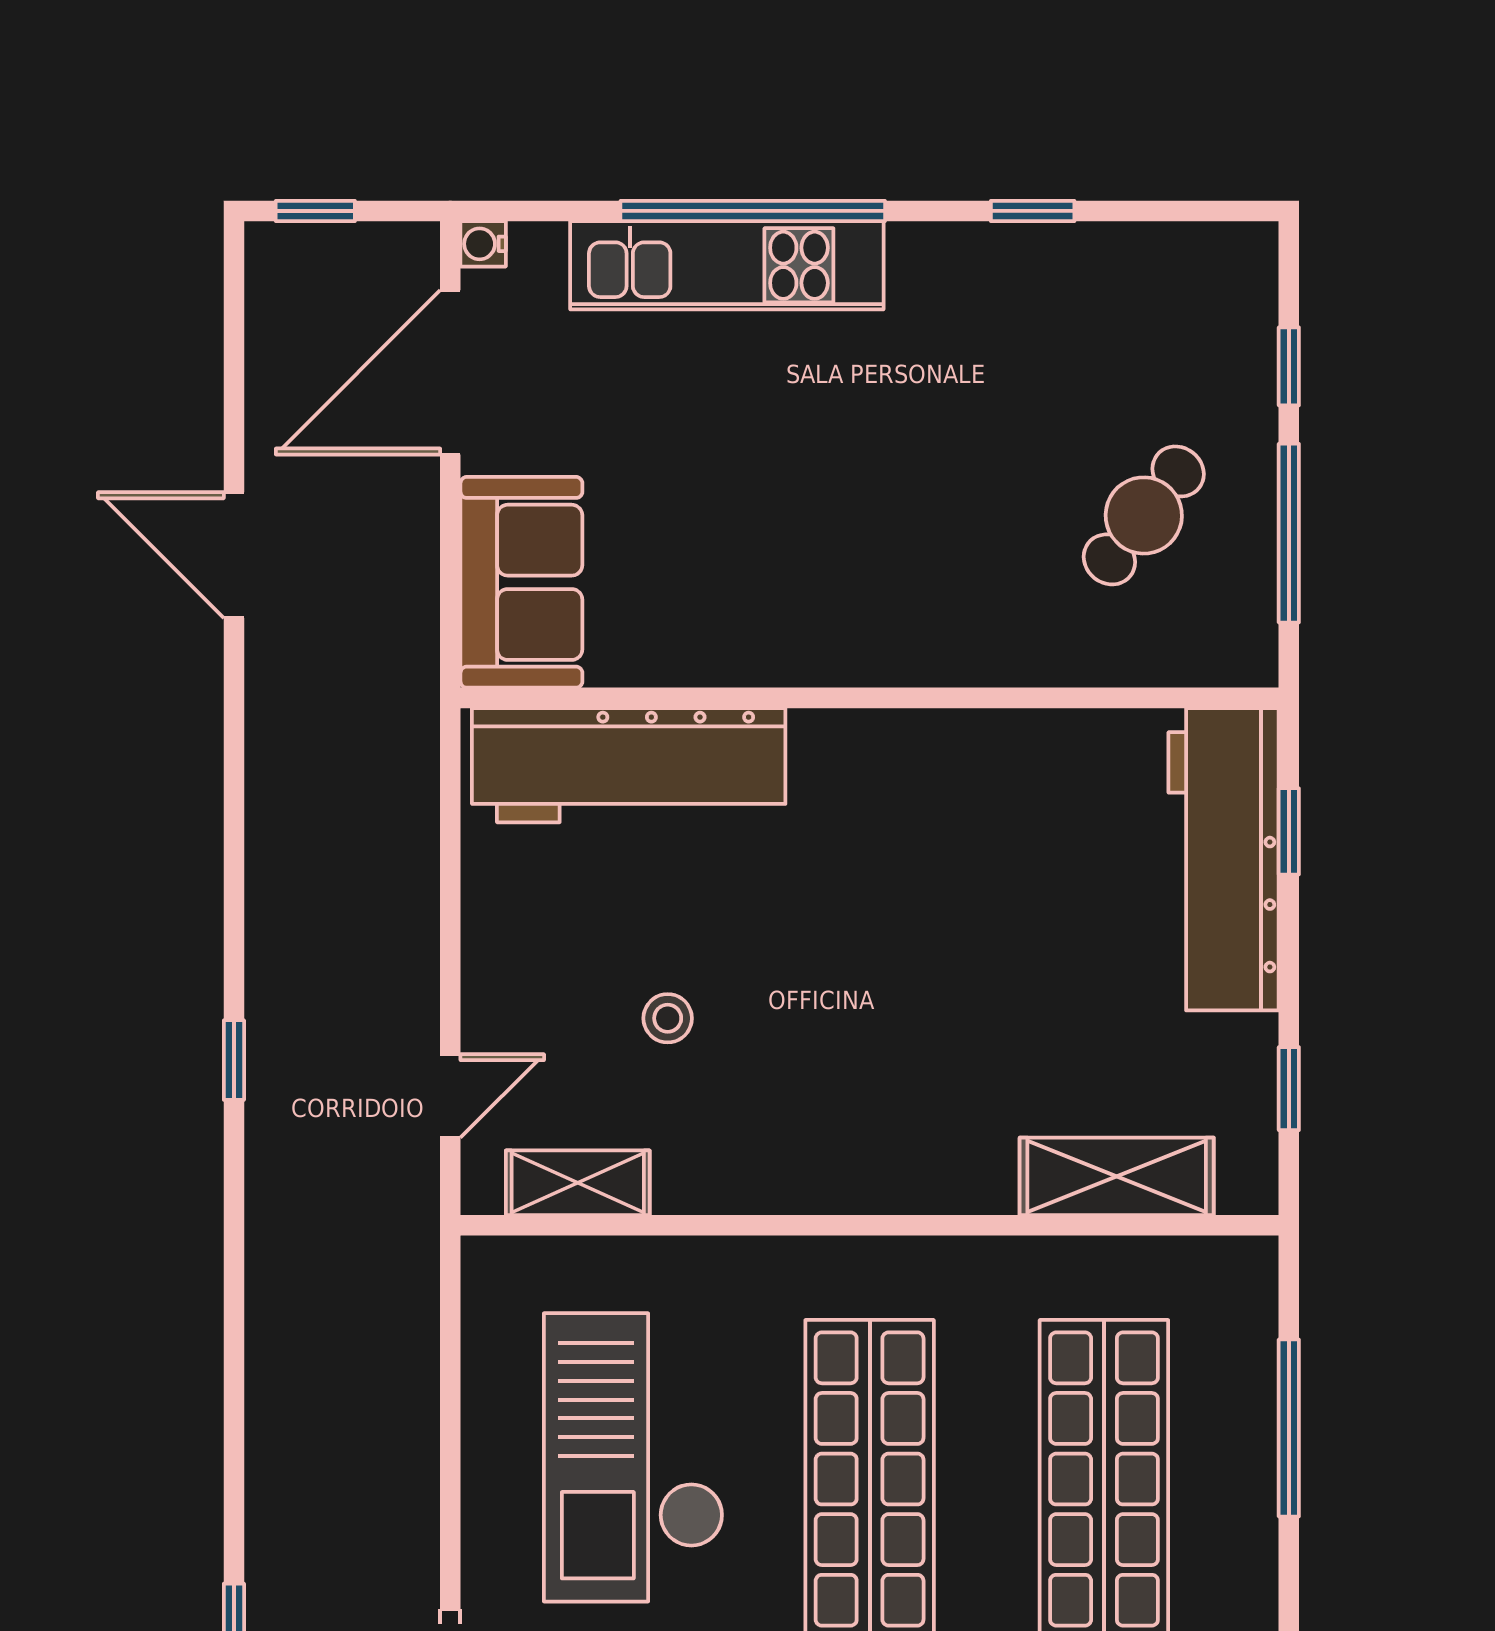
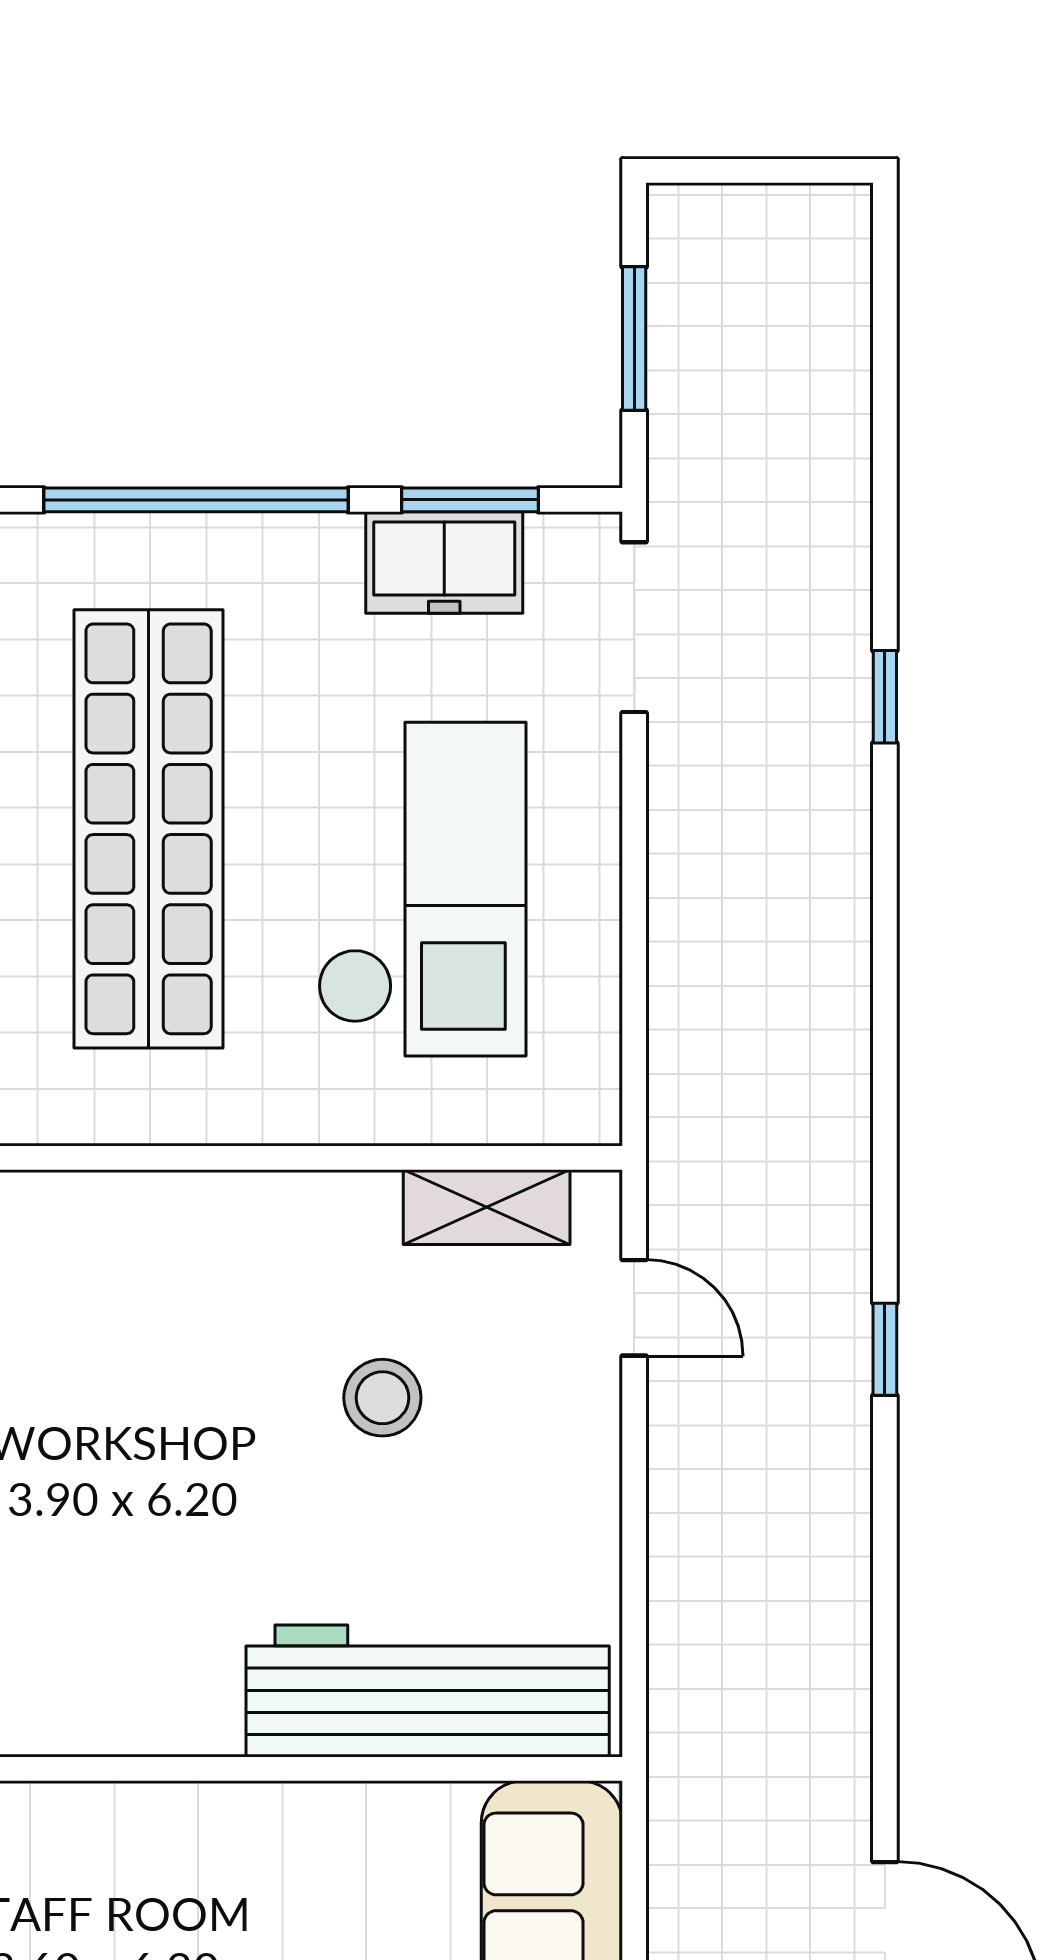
stool: (668, 1018) -> (382, 1398), width x1.37, depth x1.37
door: (450, 1096) -> (634, 1308), swing flipped

